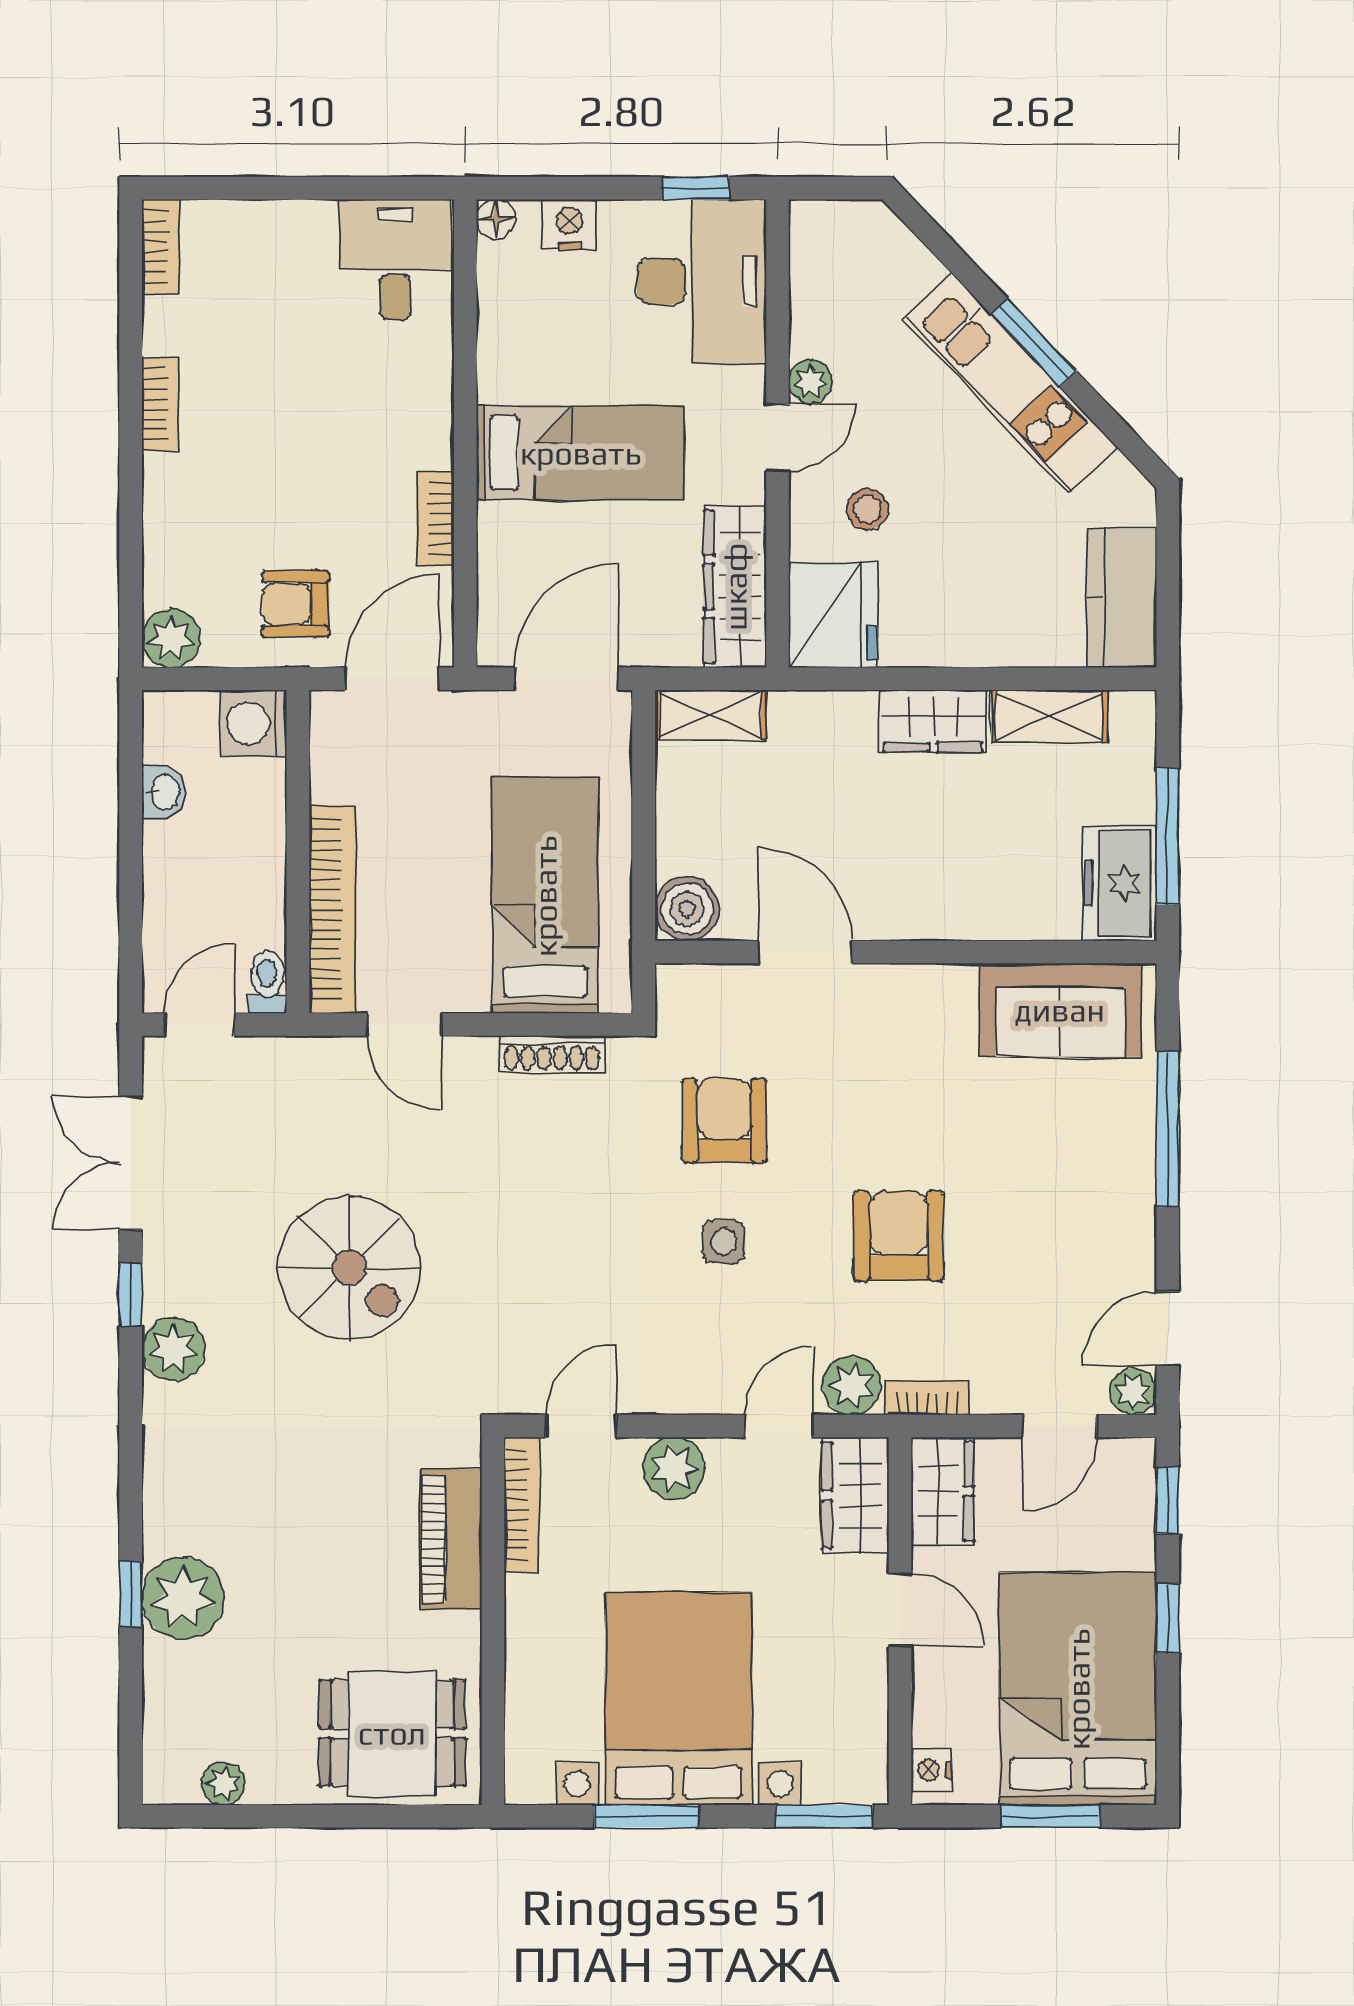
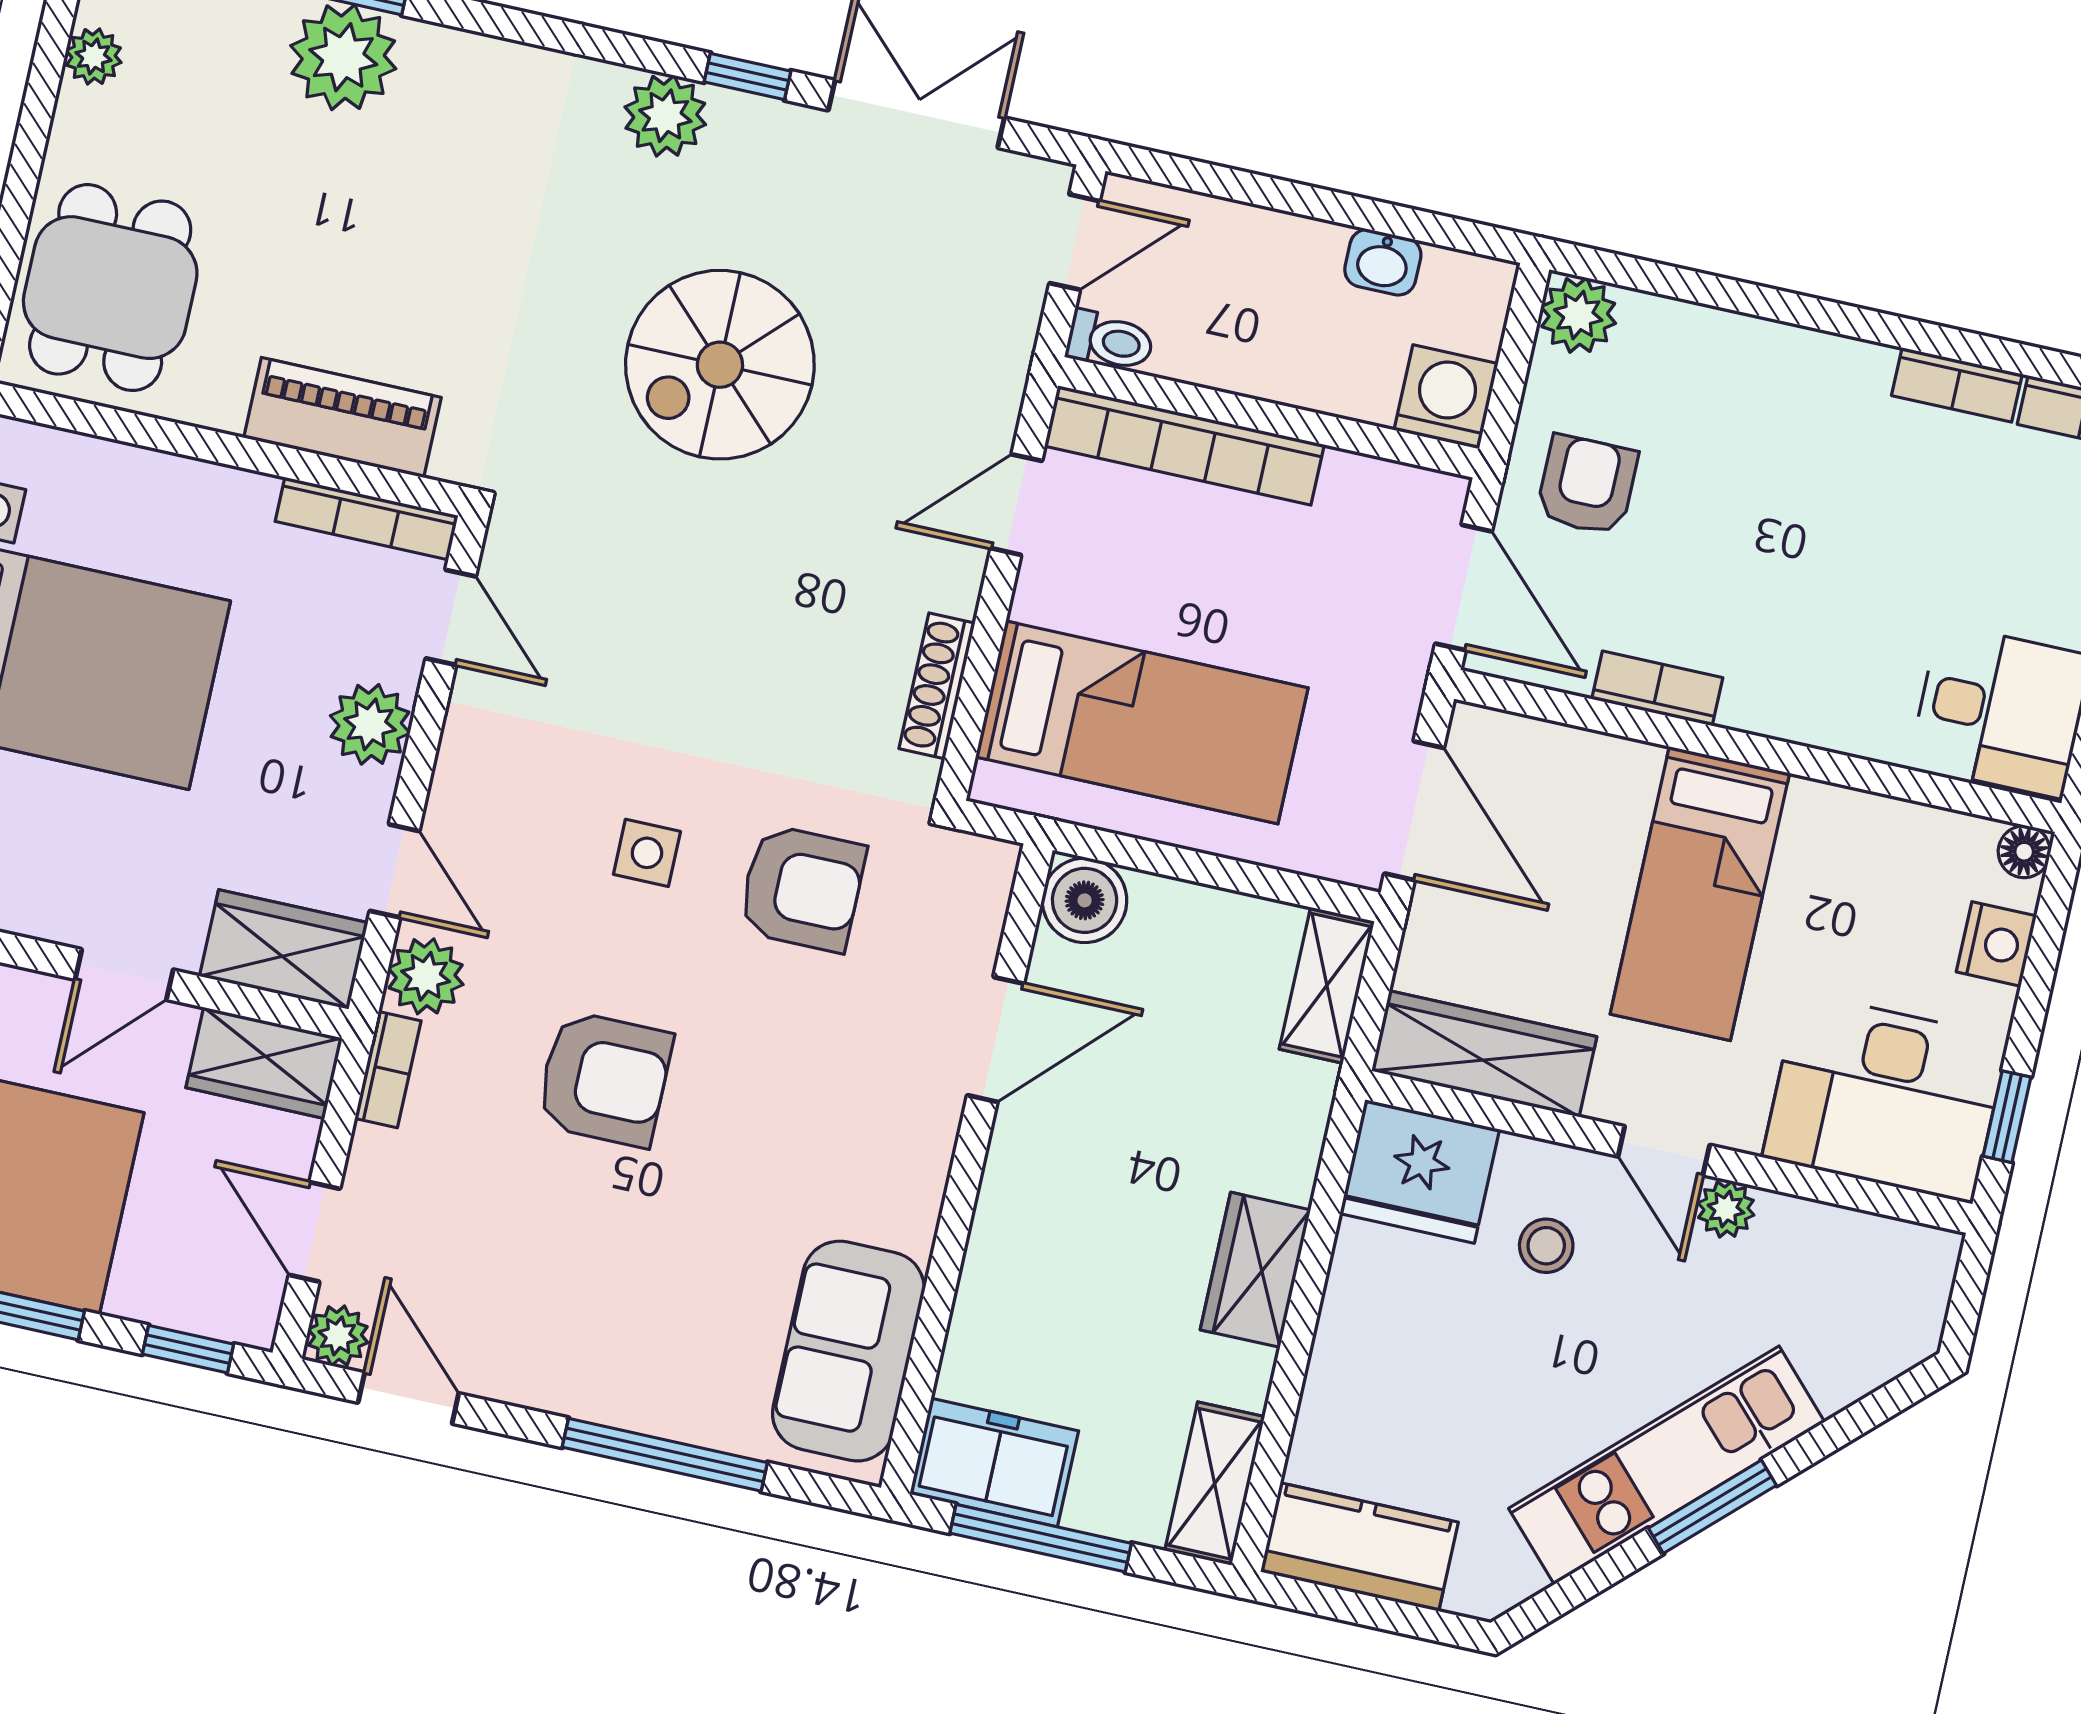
bookcase: (161, 404) -> (1957, 385), moved
shelving: (1049, 716) -> (1215, 1484), moved
door: (200, 1025) -> (1075, 242), hinge flipped

